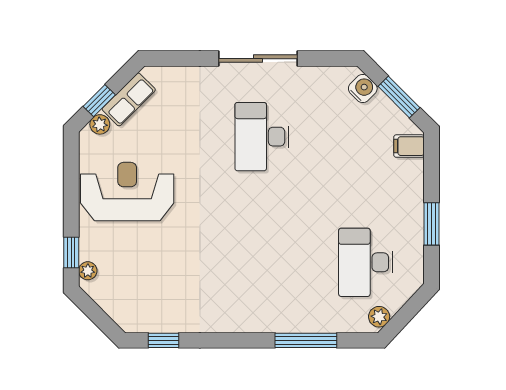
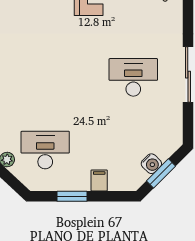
water cooler: (363, 88) -> (151, 164), moved
filing cabinet: (409, 146) -> (99, 180), moved

